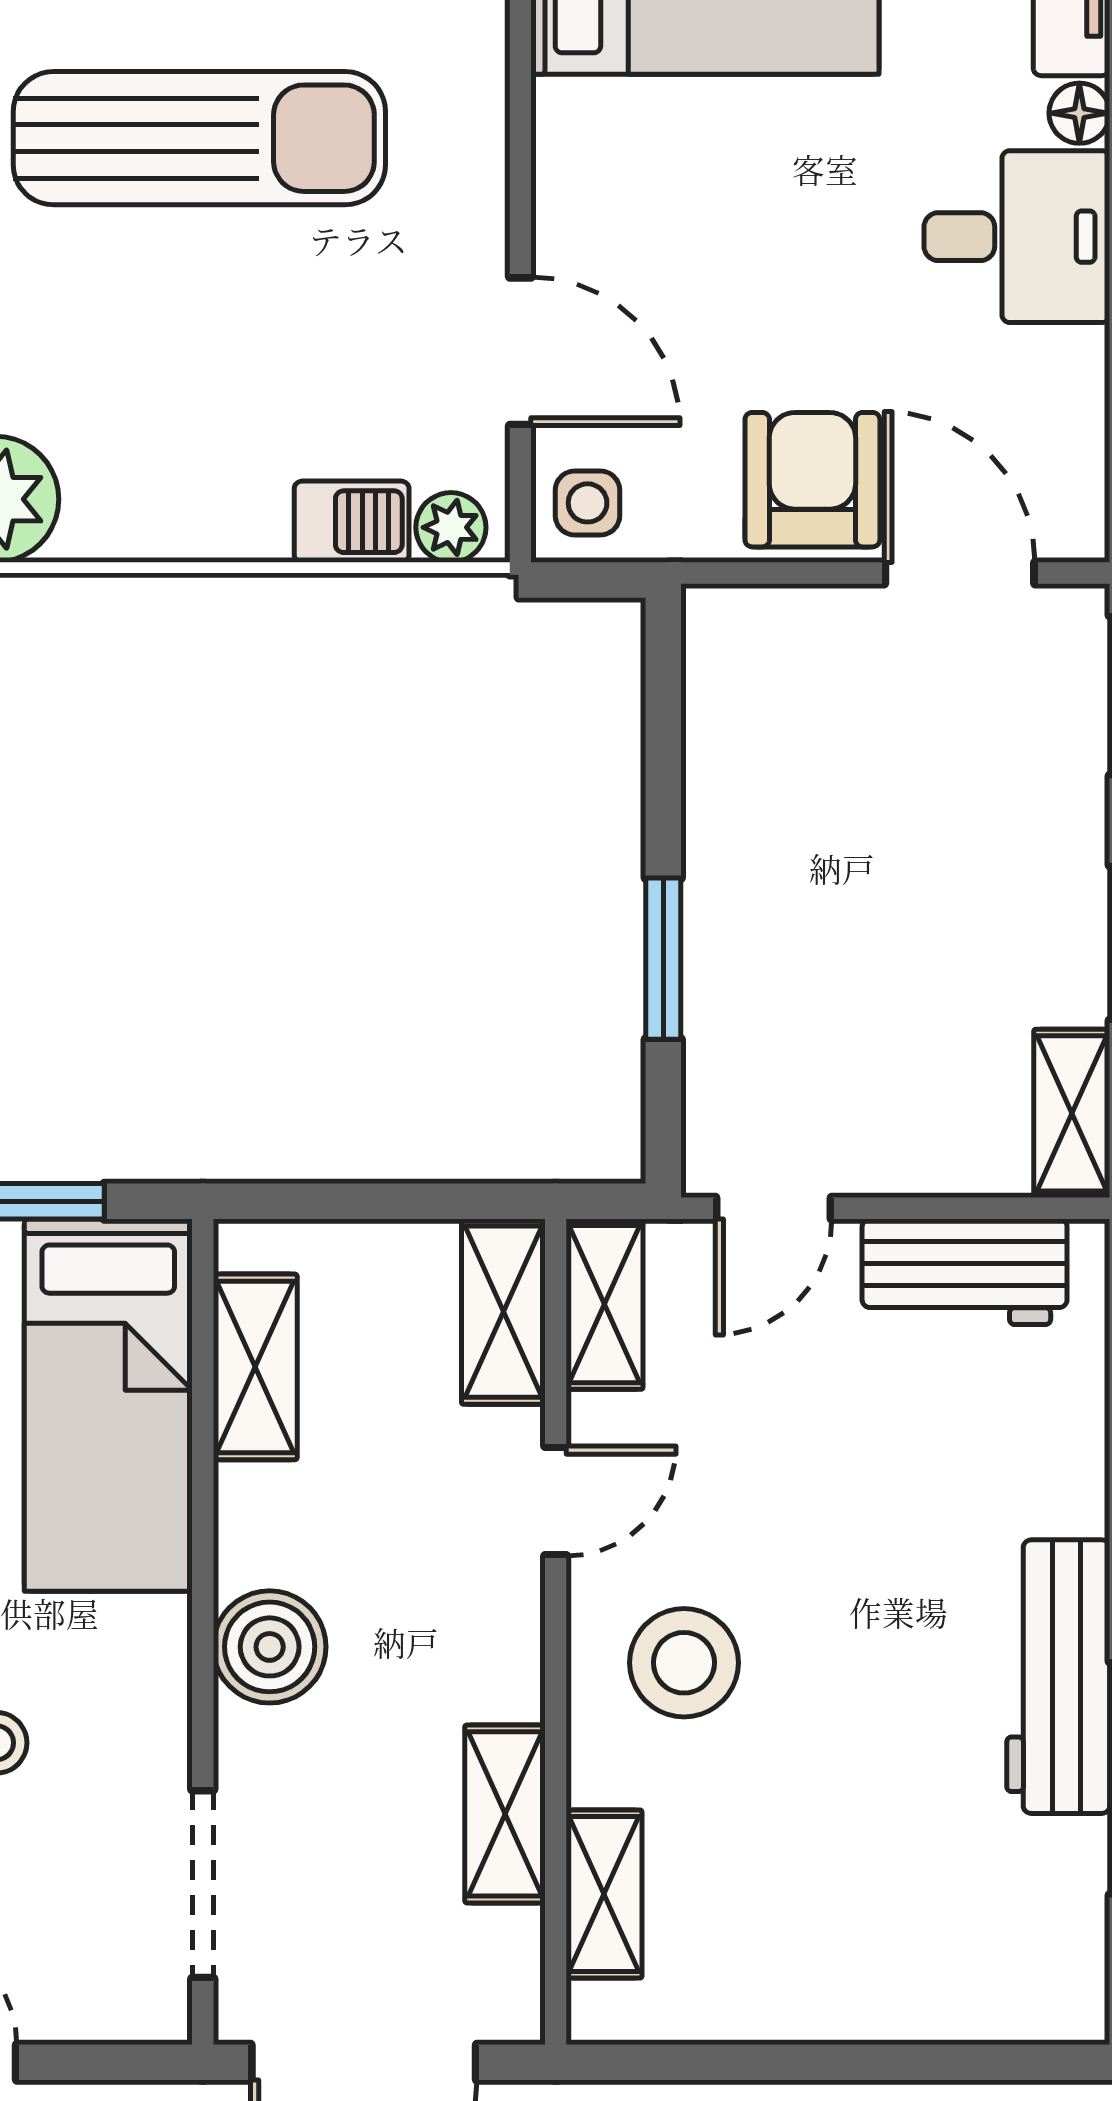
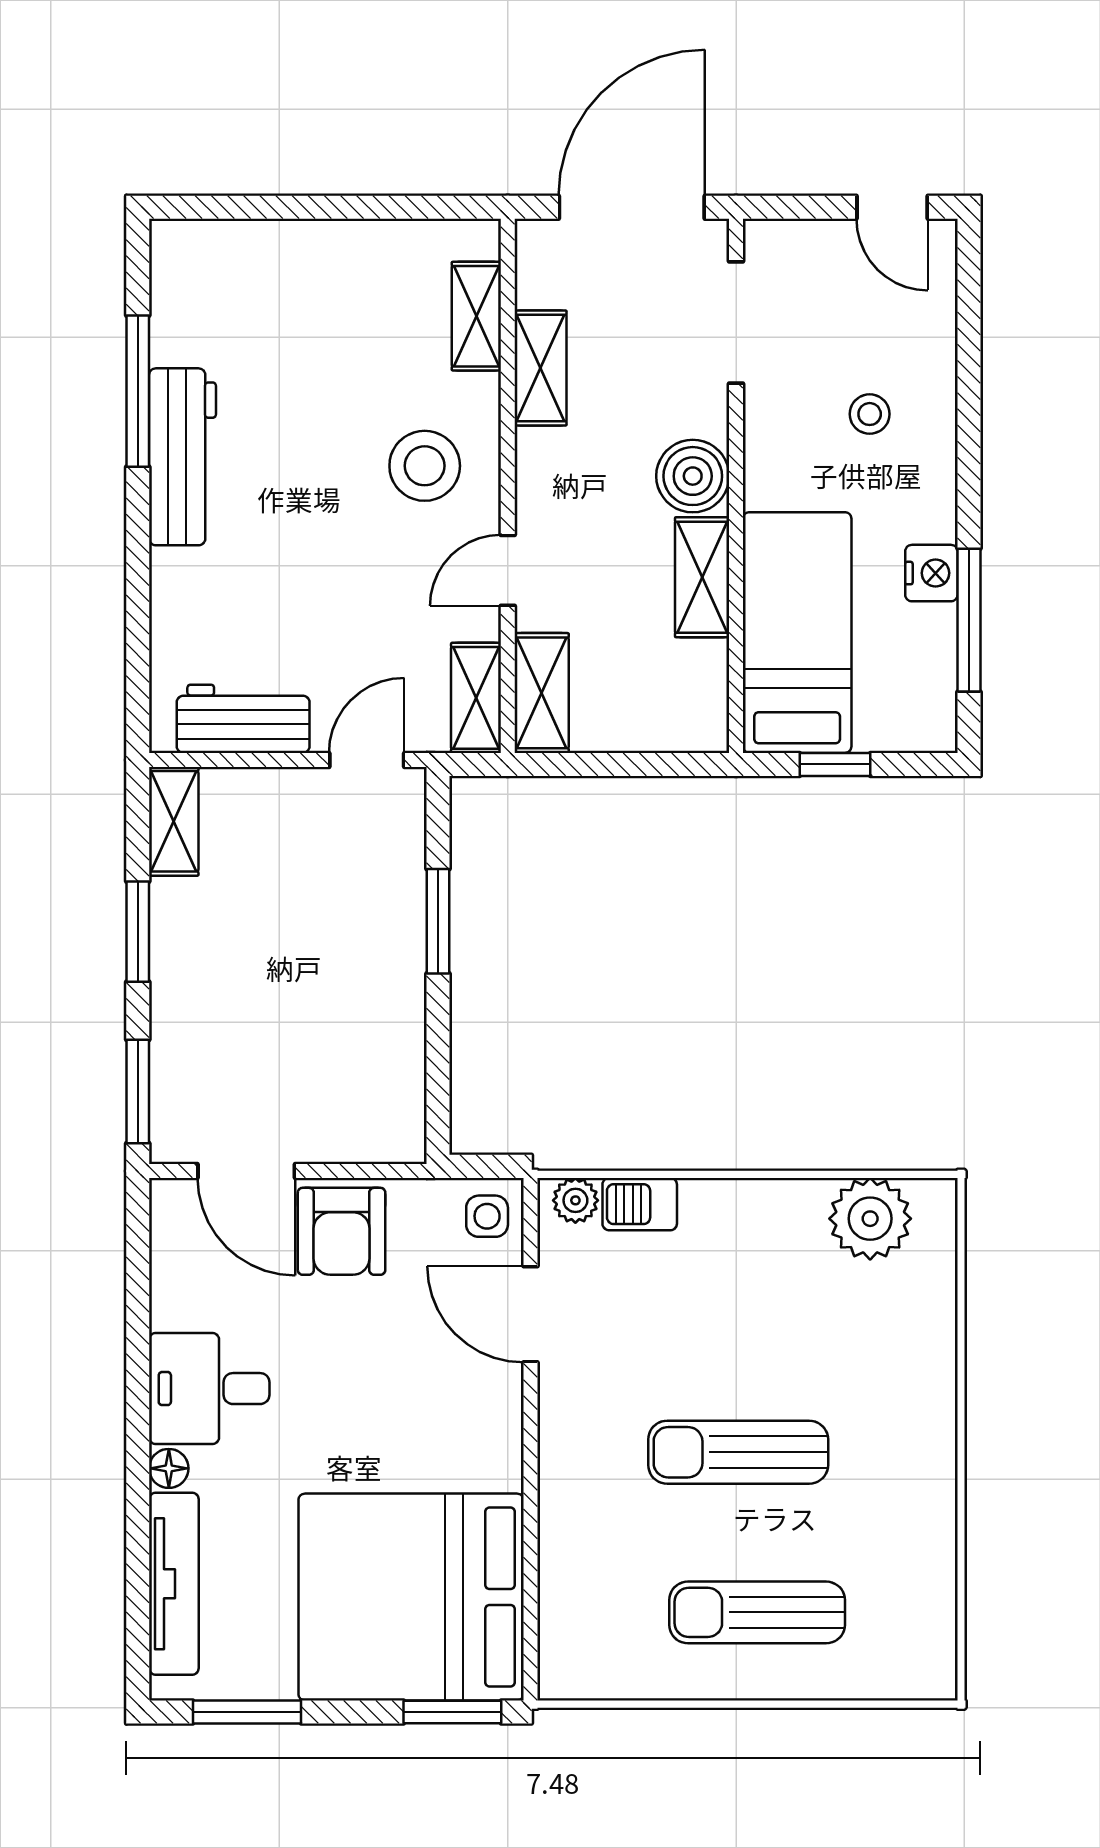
sun lounger: (199, 138) -> (738, 1452), width x0.73, depth x0.75
shelving: (255, 1367) -> (702, 577), moved

